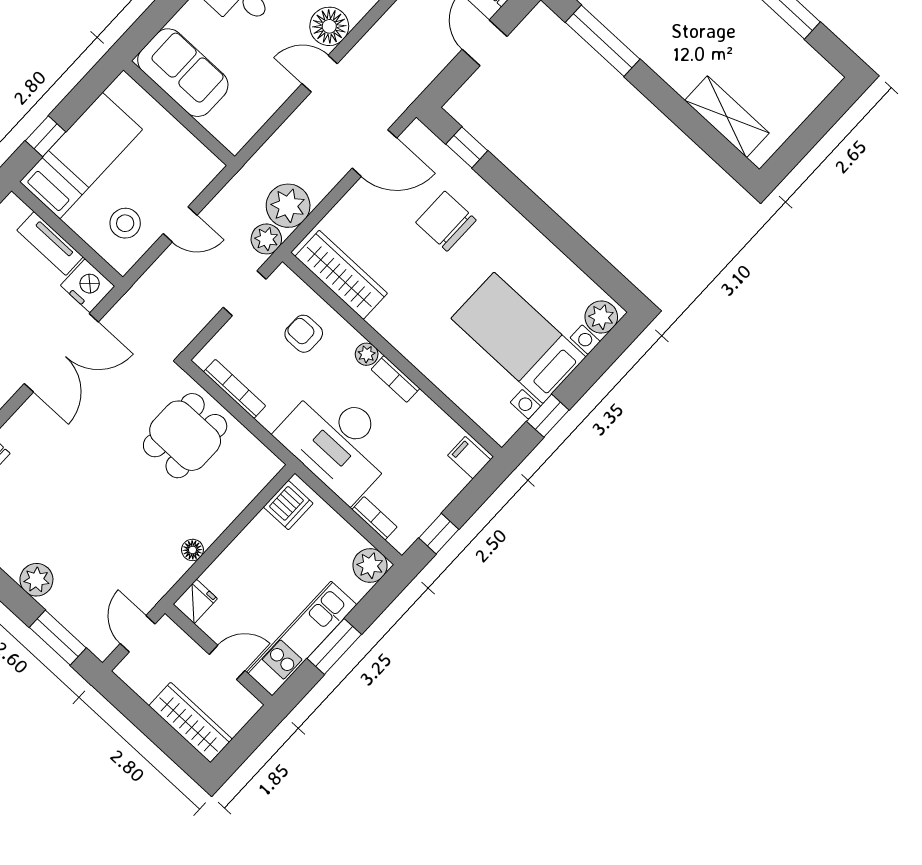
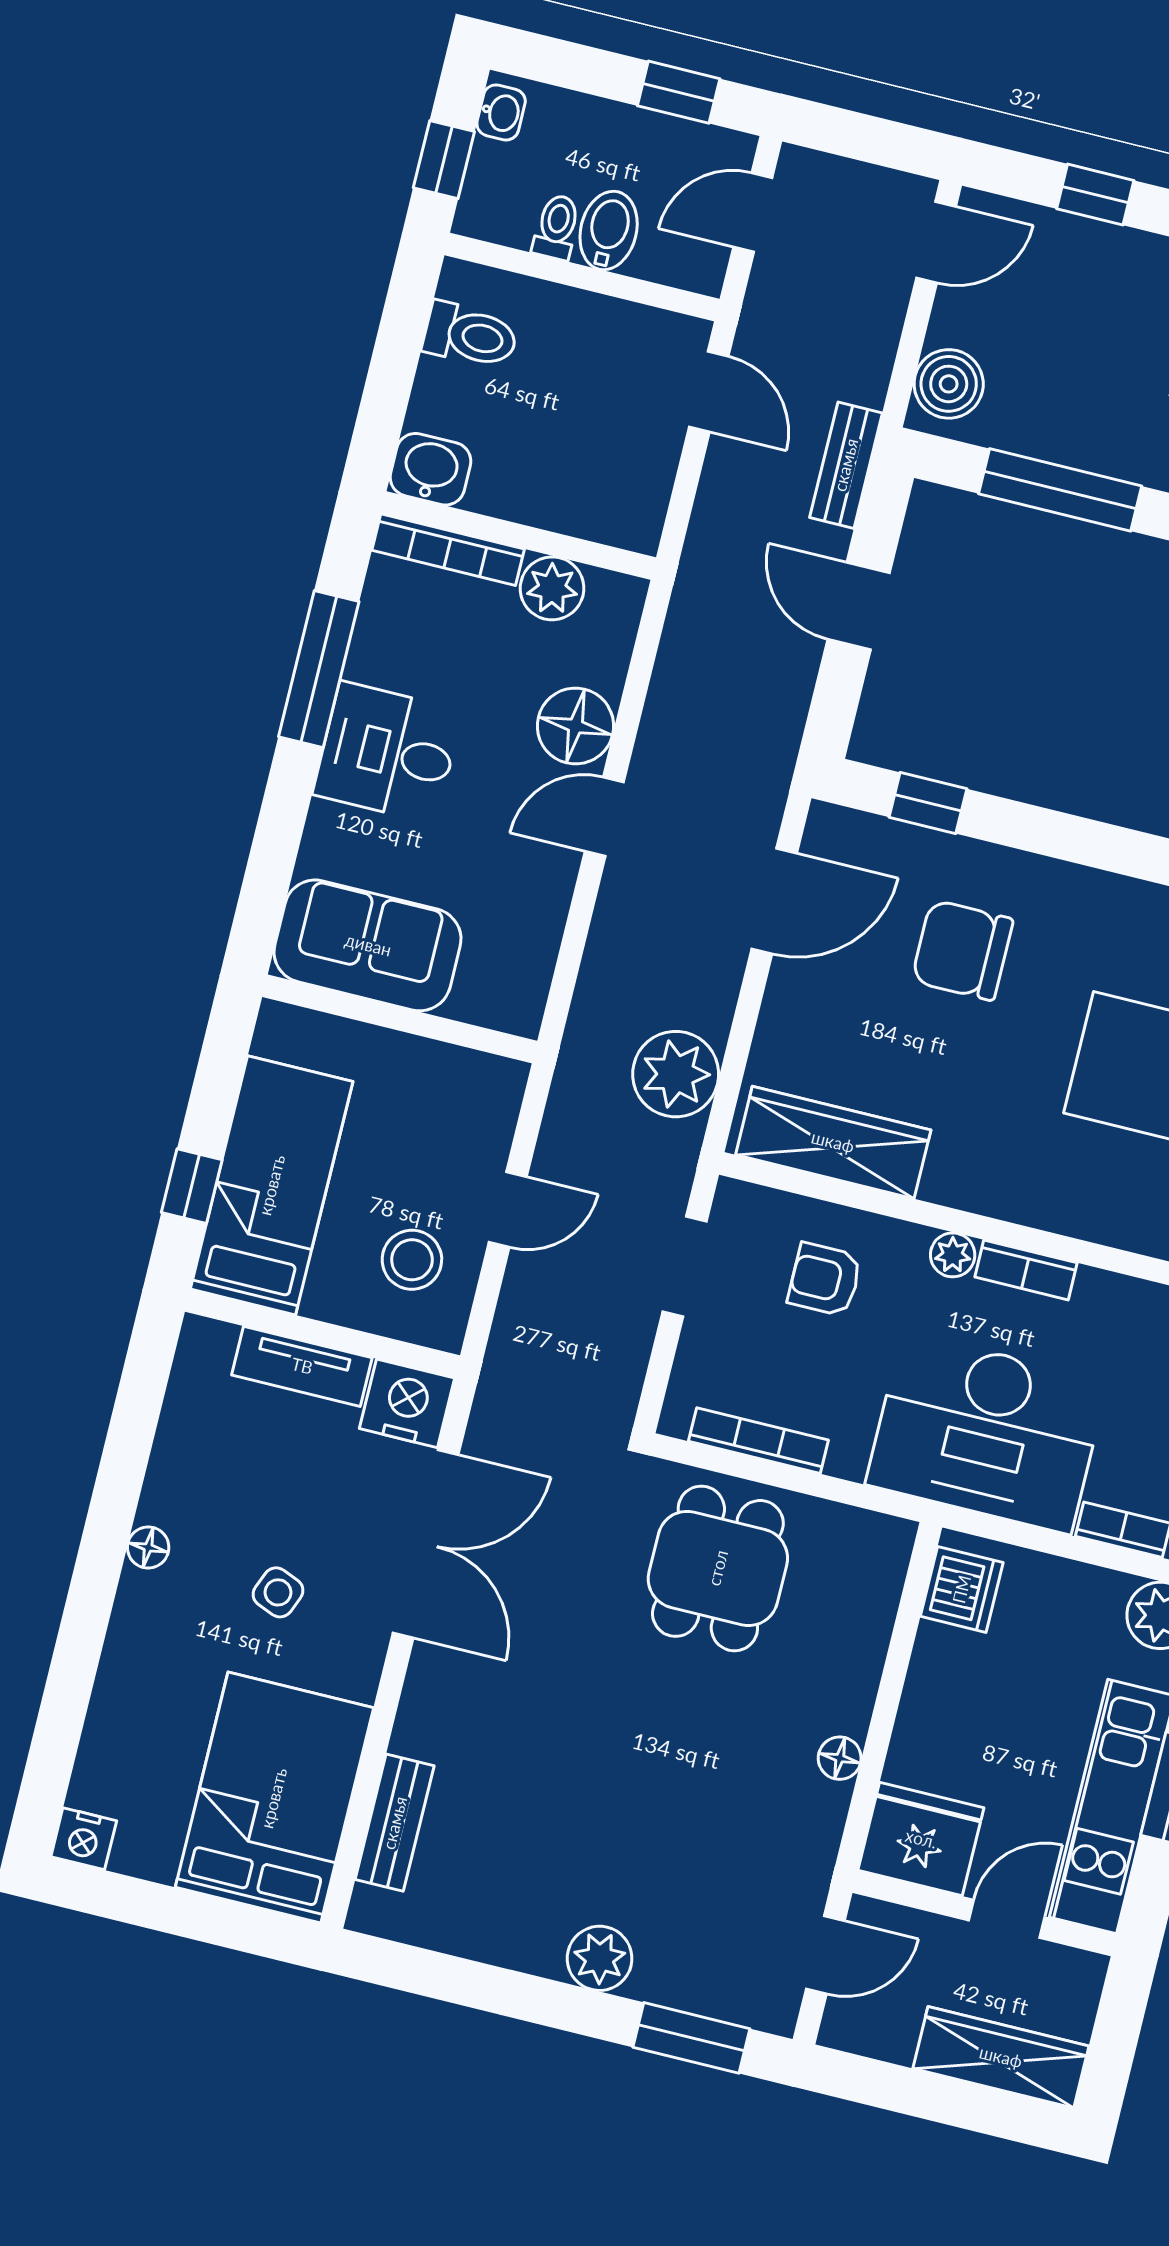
plant: (266, 239) -> (670, 1152), removed
fridge: (195, 601) -> (921, 1839), width x1.88, depth x1.34
door: (138, 634) -> (825, 1955), swing flipped

